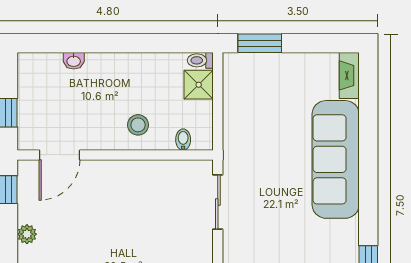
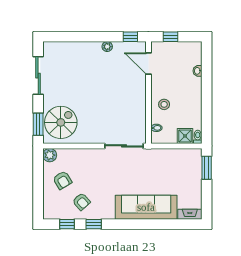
sliding door: (218, 202) -> (124, 146), width x1.37

